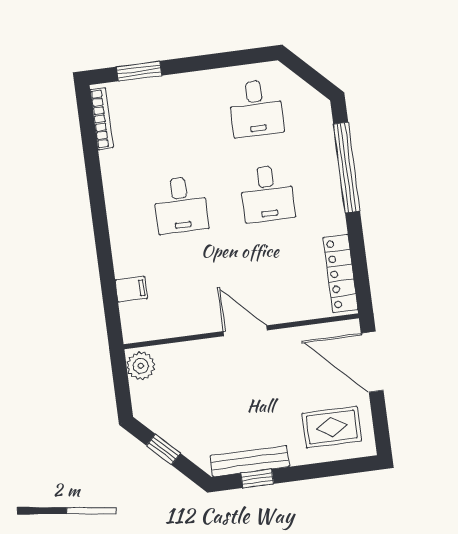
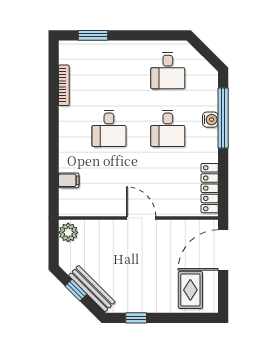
bookcase: (102, 119) -> (64, 85), moved
water cooler: (328, 172) -> (210, 120), added
door: (372, 362) -> (223, 250), hinge flipped
rug: (332, 427) -> (190, 290), turned 90
bench: (250, 461) -> (92, 289), moved, turned 45

